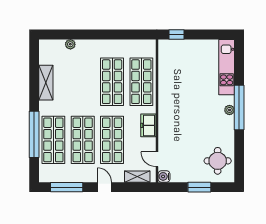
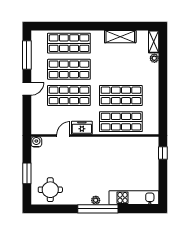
window: (34, 134) -> (74, 26), removed
door: (157, 159) -> (63, 136), moved
shelving: (137, 177) -> (154, 42), moved

